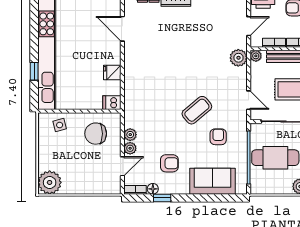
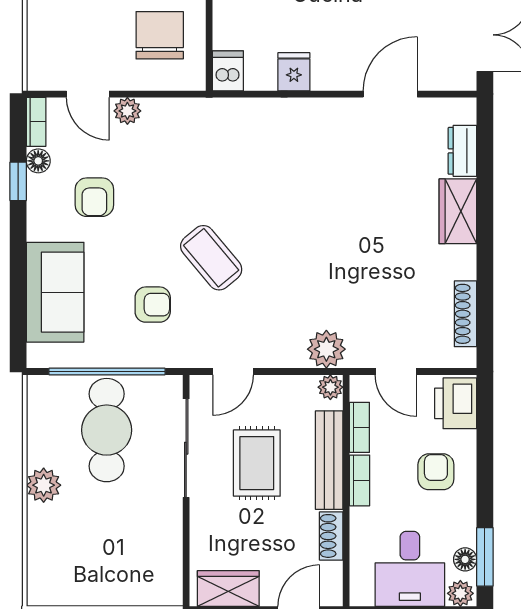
plant: (130, 135) -> (157, 111), removed

